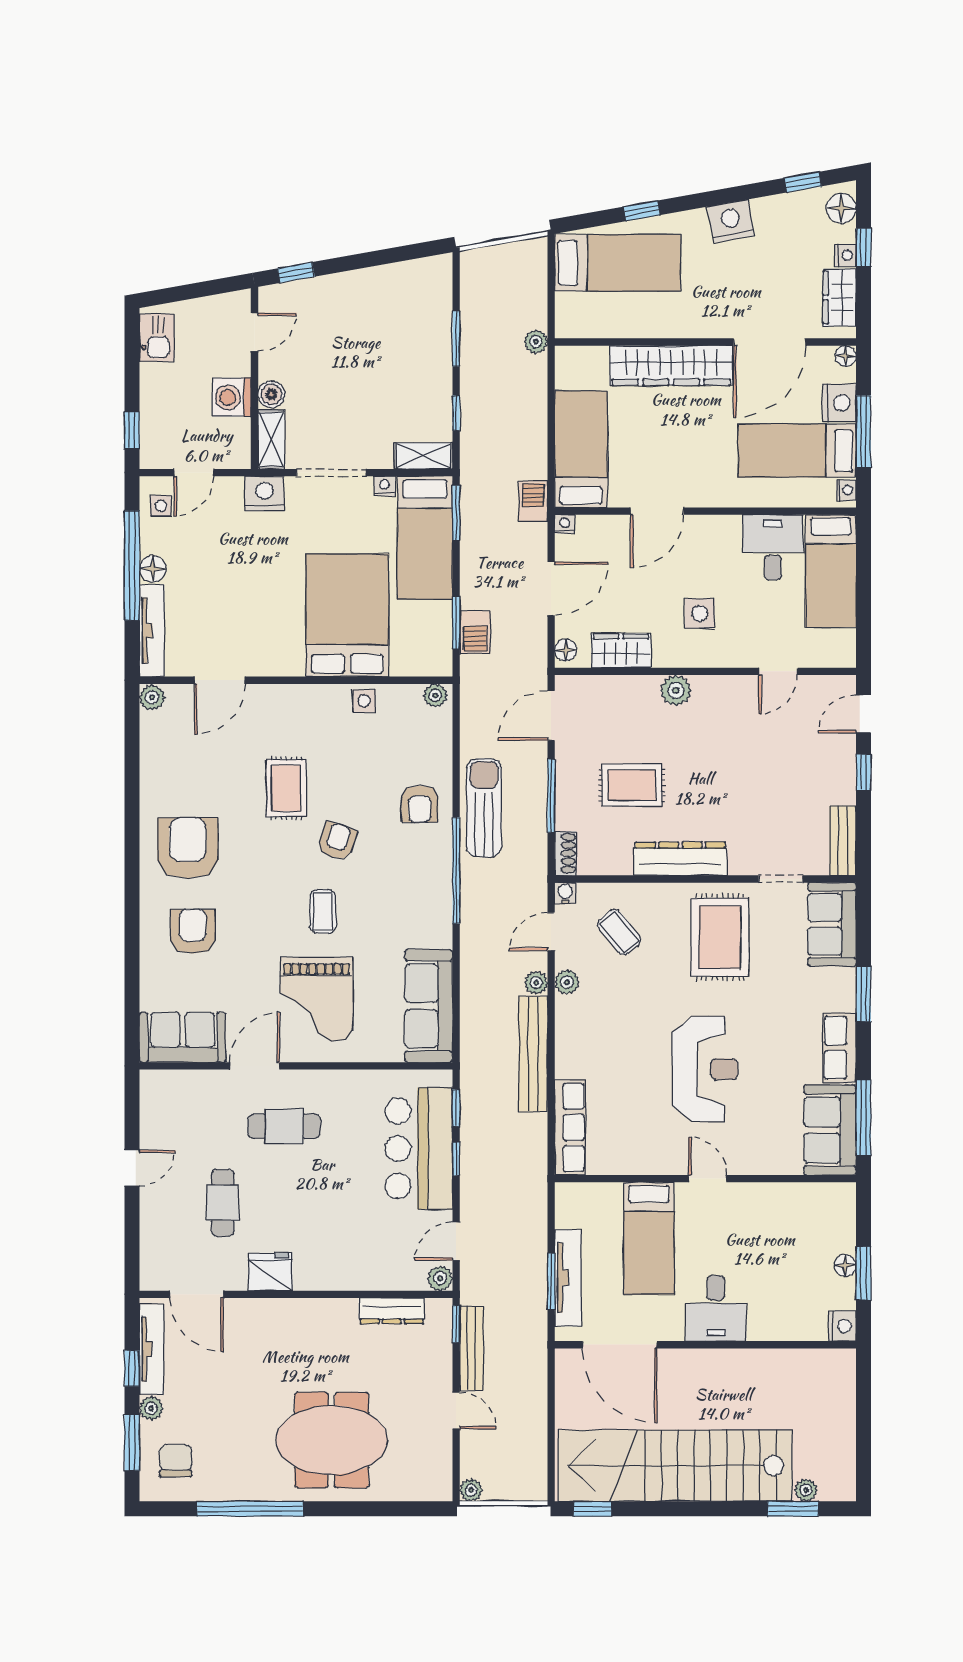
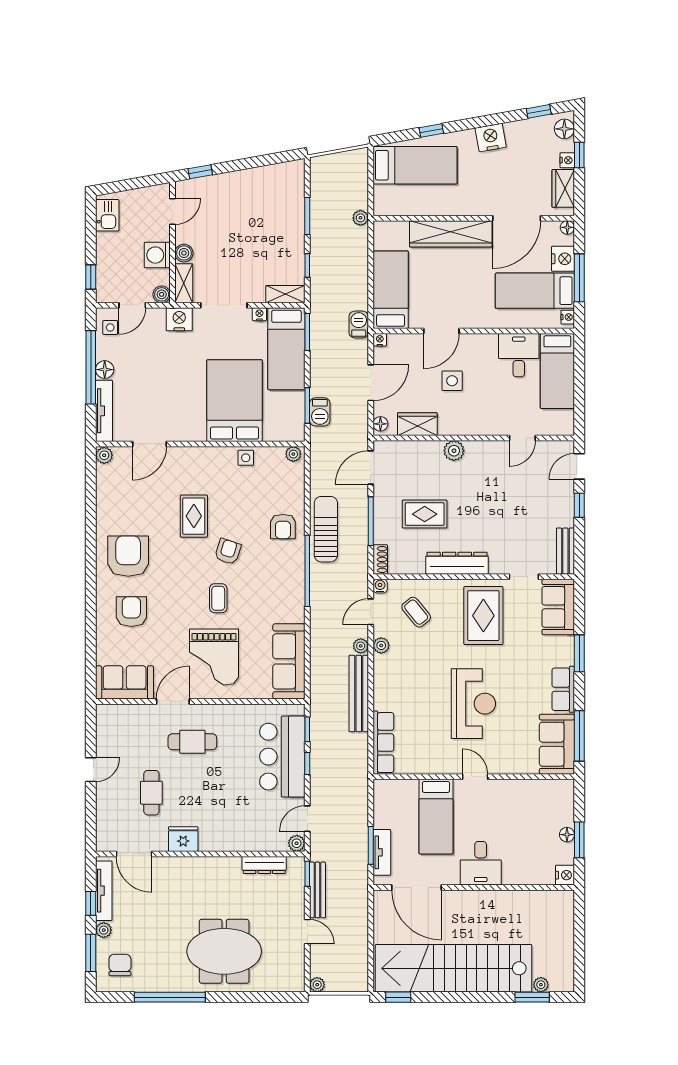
boiler: (238, 456) -> (162, 294), added
side table: (700, 613) -> (452, 381), moved
tv unit: (568, 1278) -> (382, 852), width x0.71

